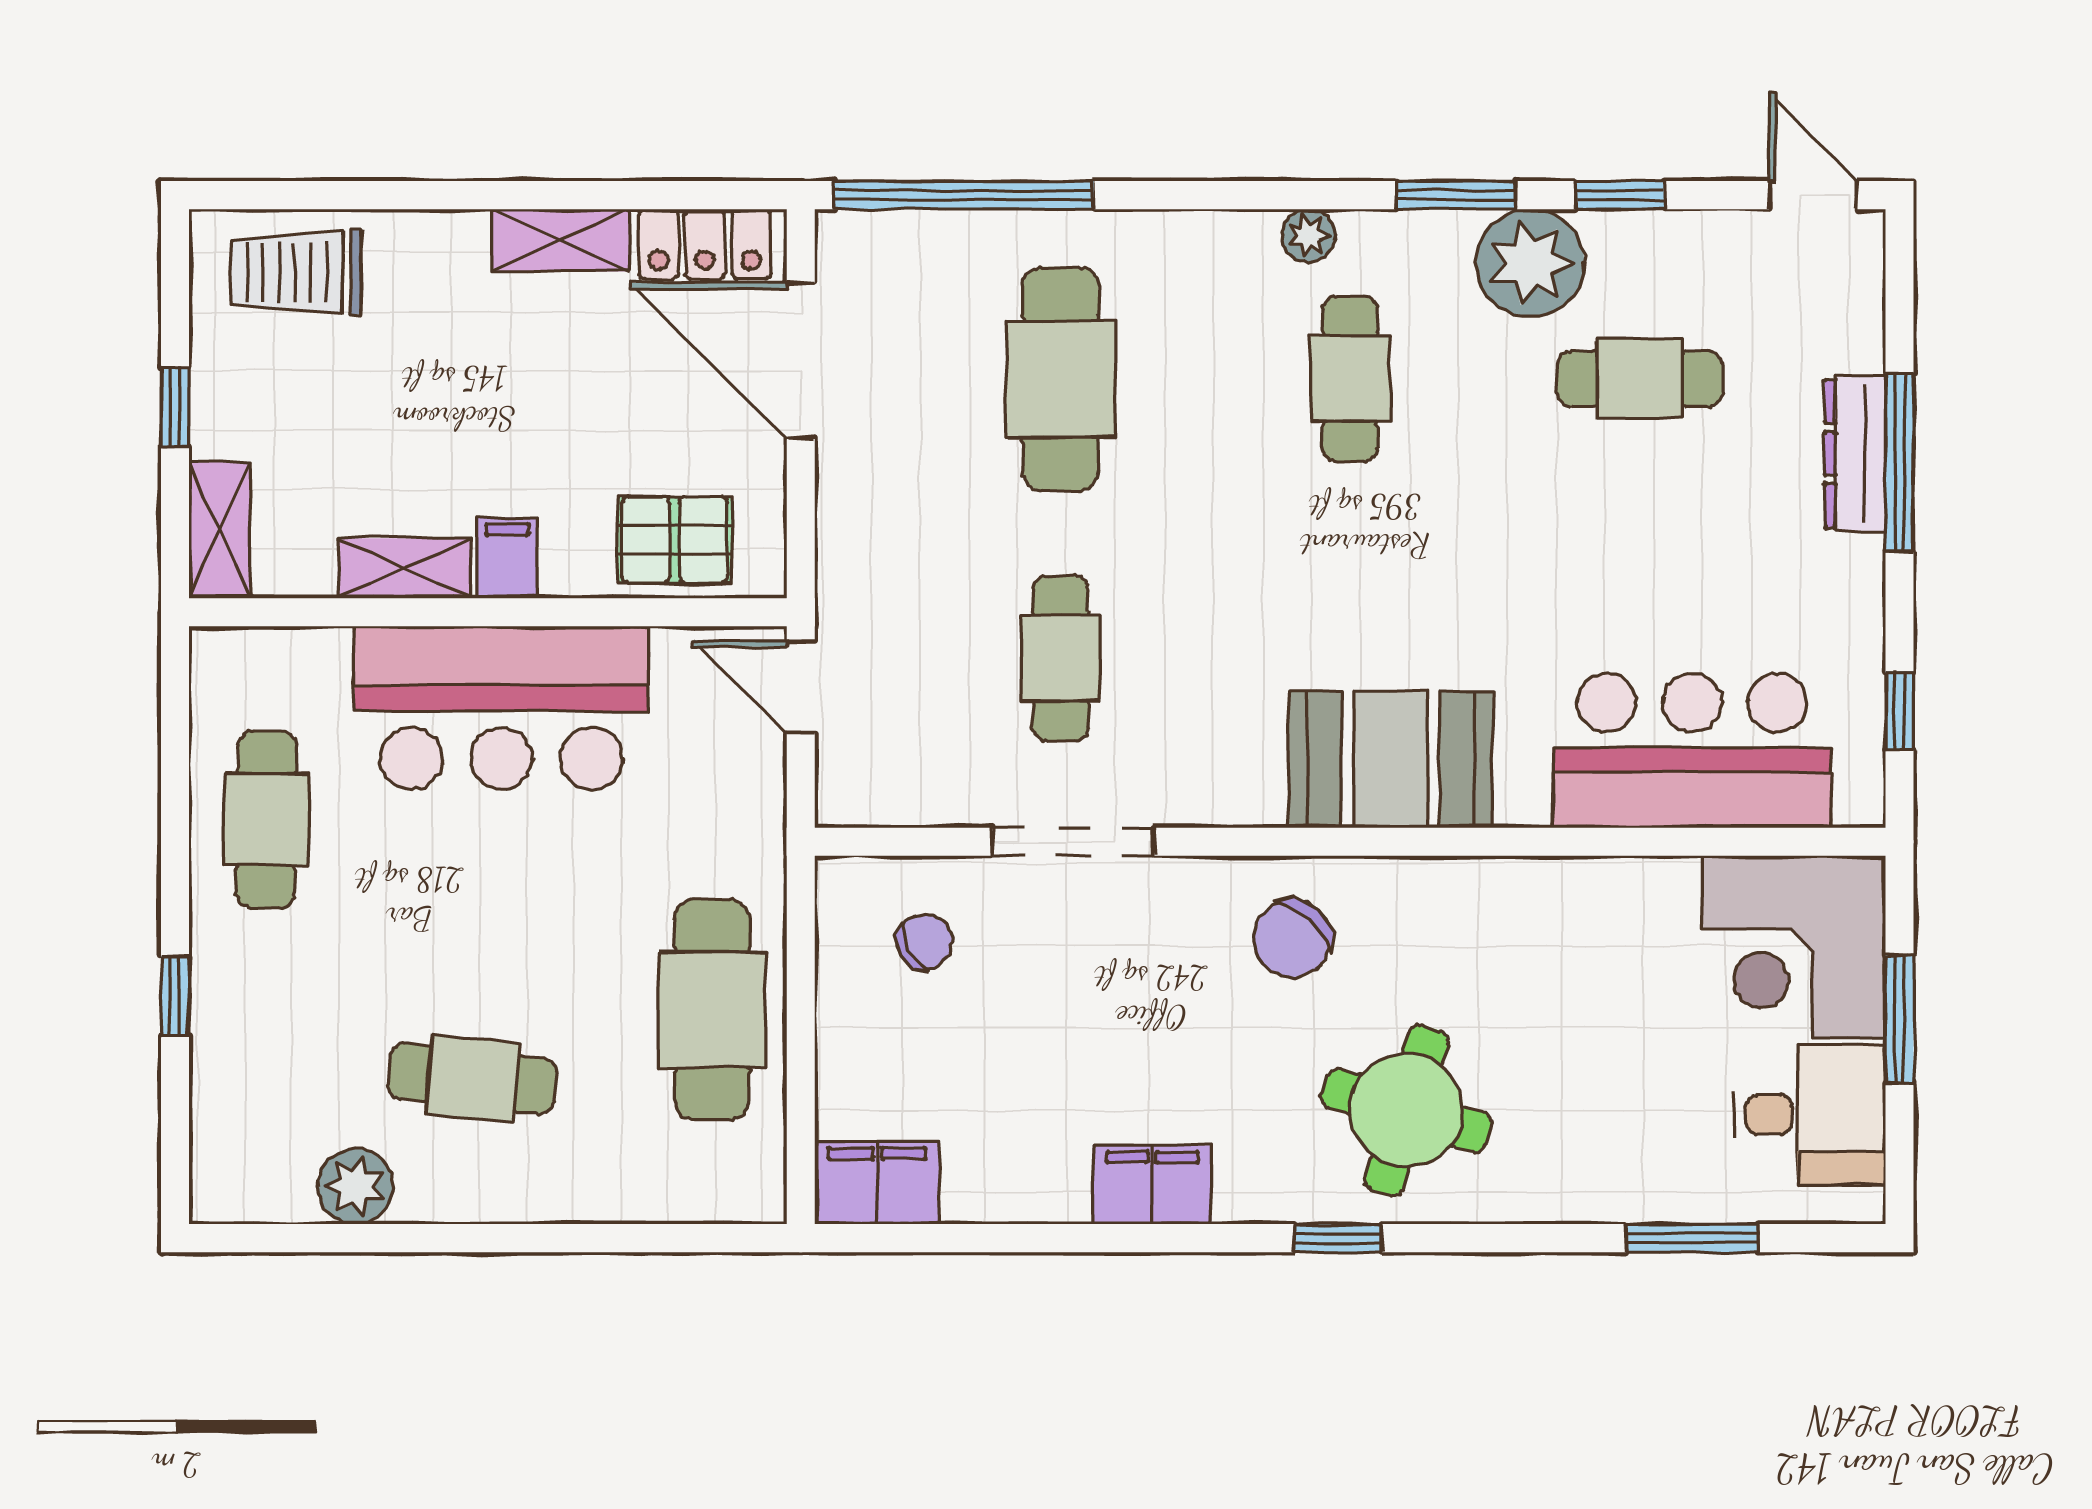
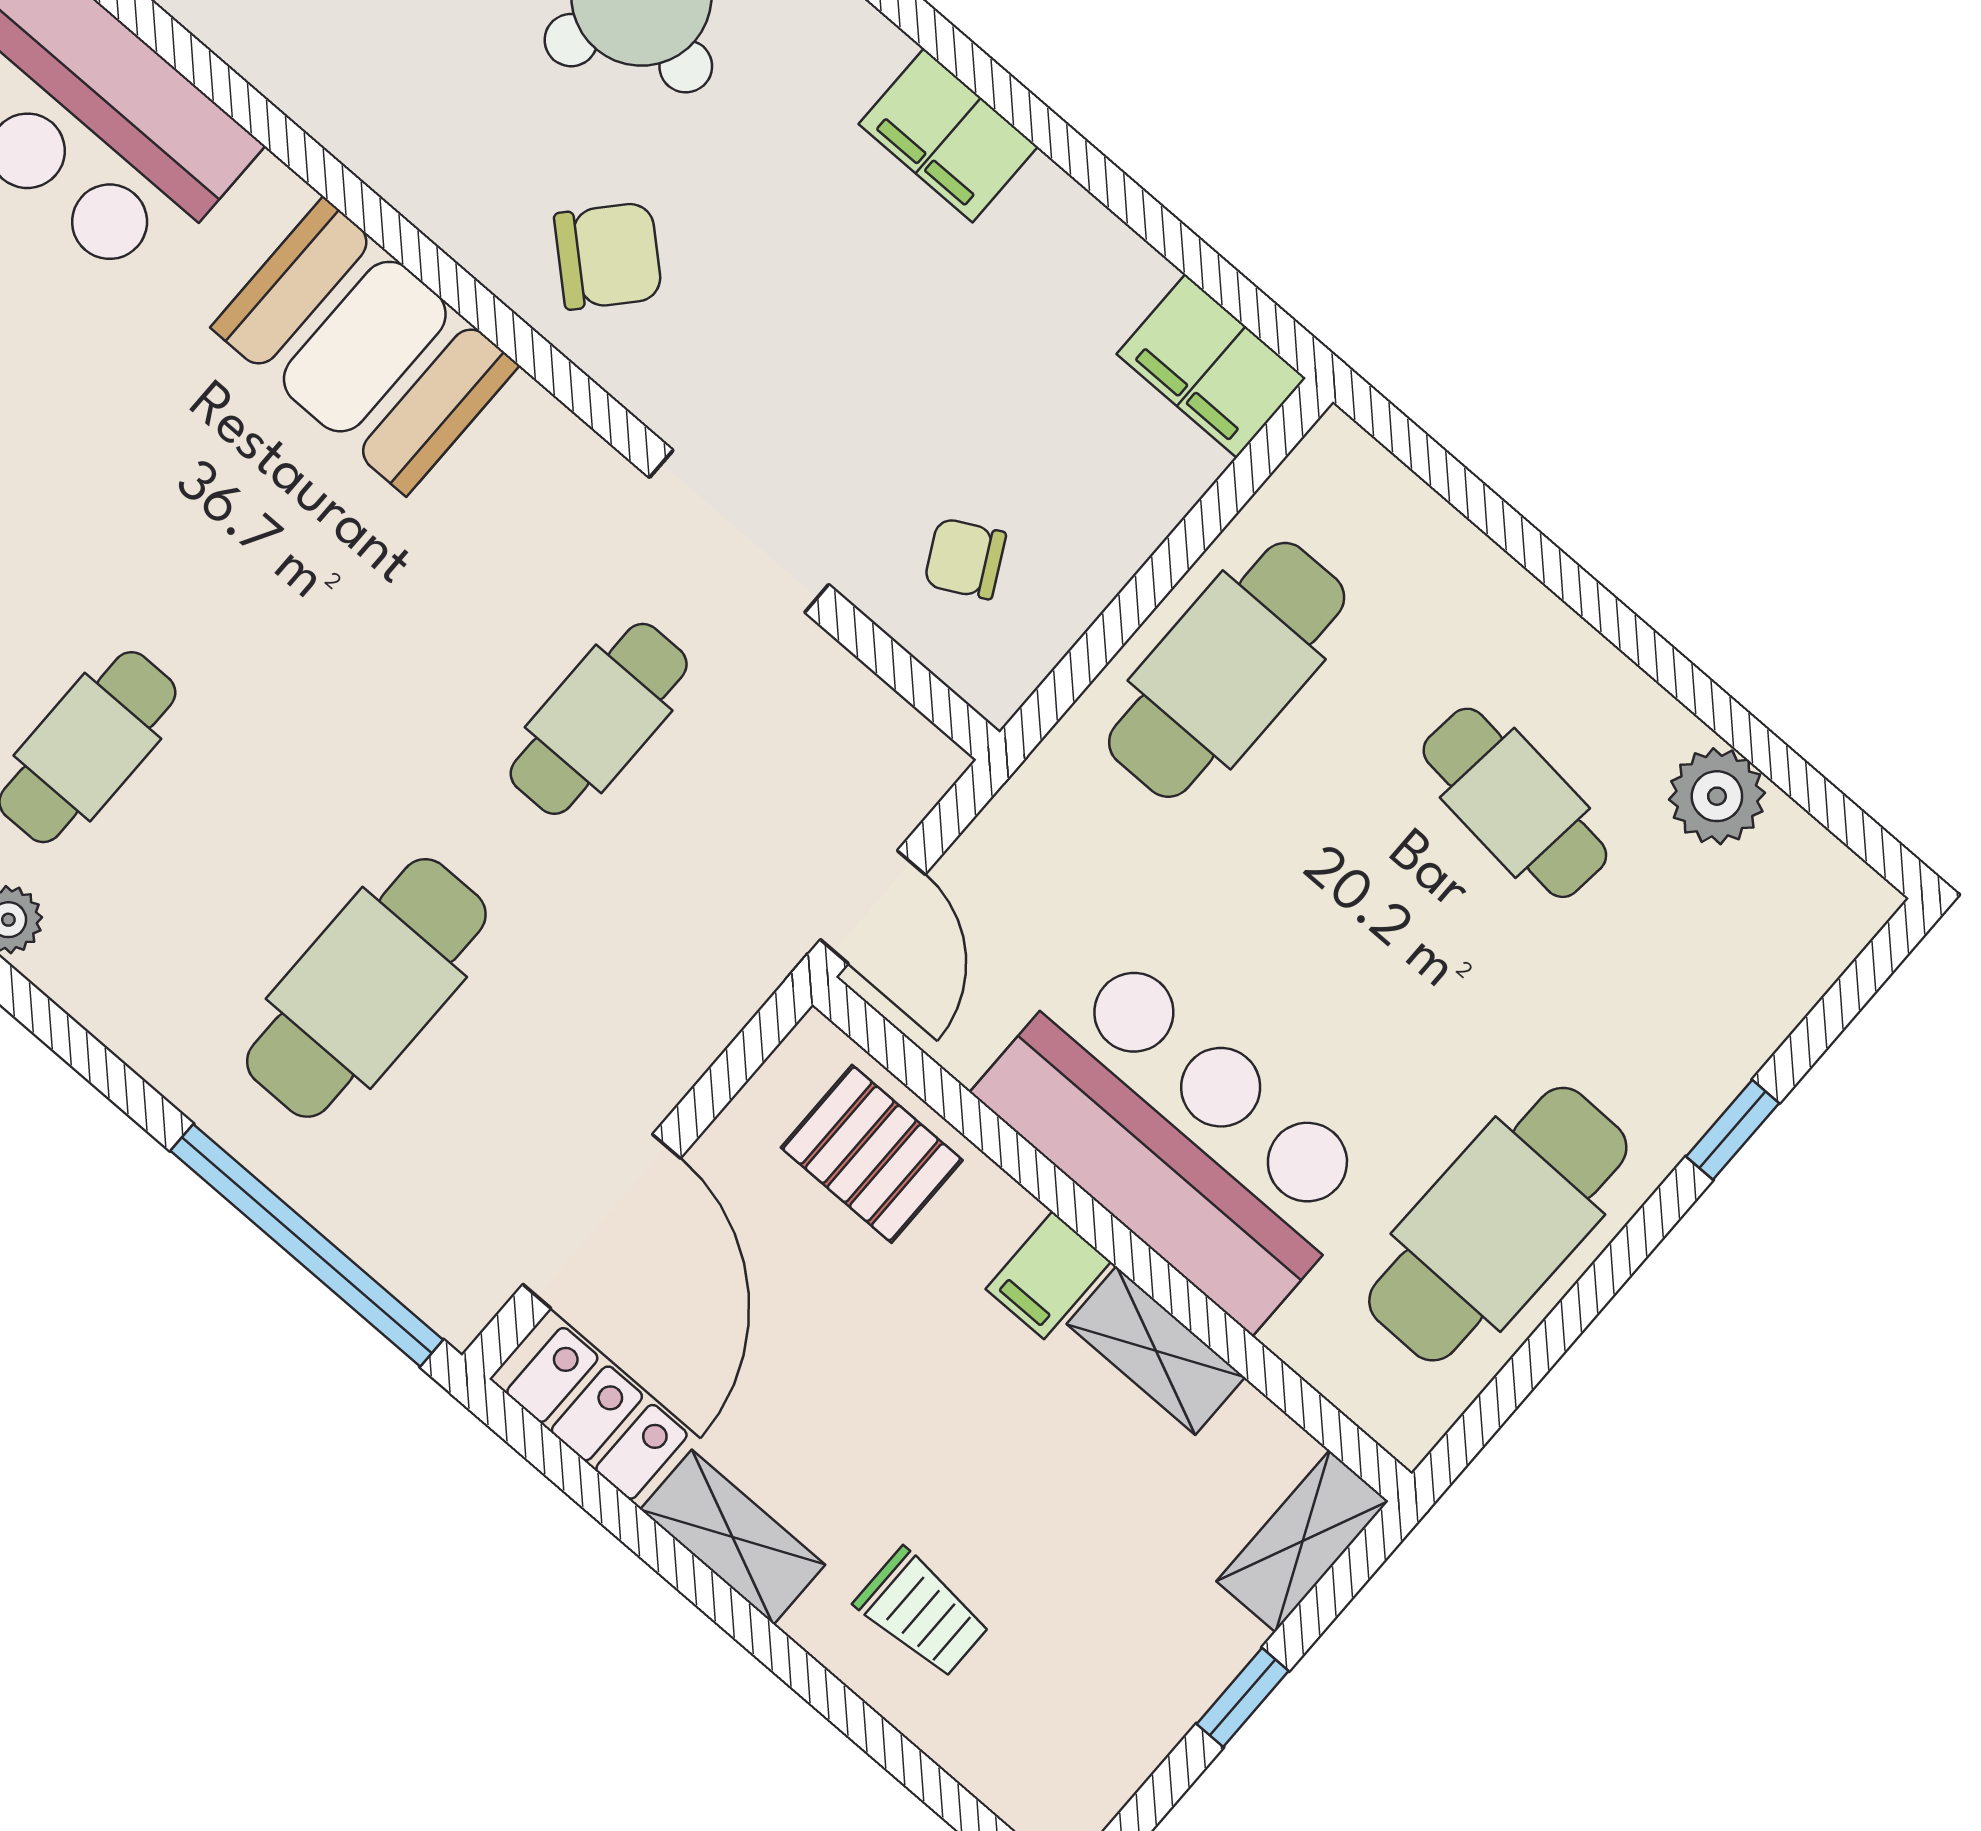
trolley: (296, 272) -> (922, 1613), moved, width x0.73, depth x0.72
cafe table: (266, 819) -> (1498, 1224), width x1.37, depth x1.35

